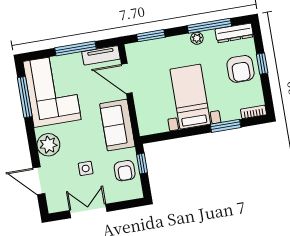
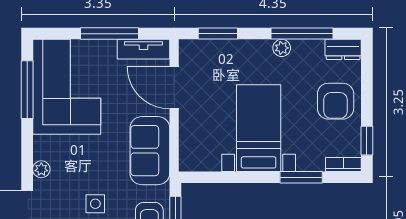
dresser: (234, 33) -> (343, 49), width x0.70
window: (262, 64) -> (367, 141), moved
plant: (48, 145) -> (41, 169), width x0.53, depth x0.53

